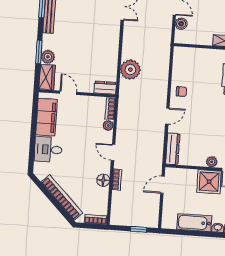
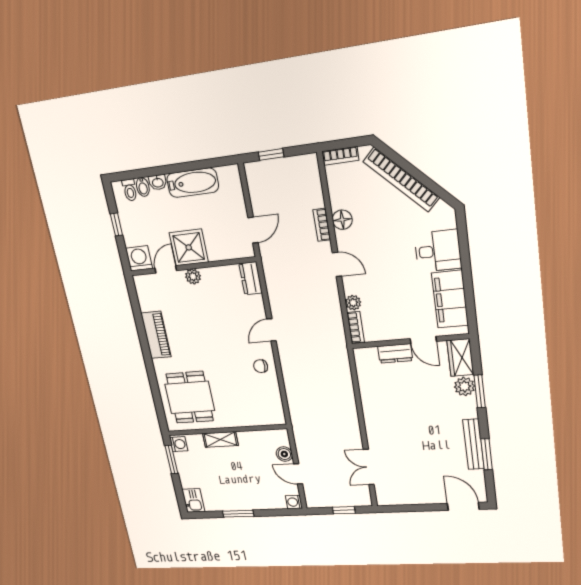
plant: (130, 70) -> (339, 386), removed
dresser: (105, 88) -> (395, 353), moved
dresser: (173, 149) -> (251, 278), width x0.70

